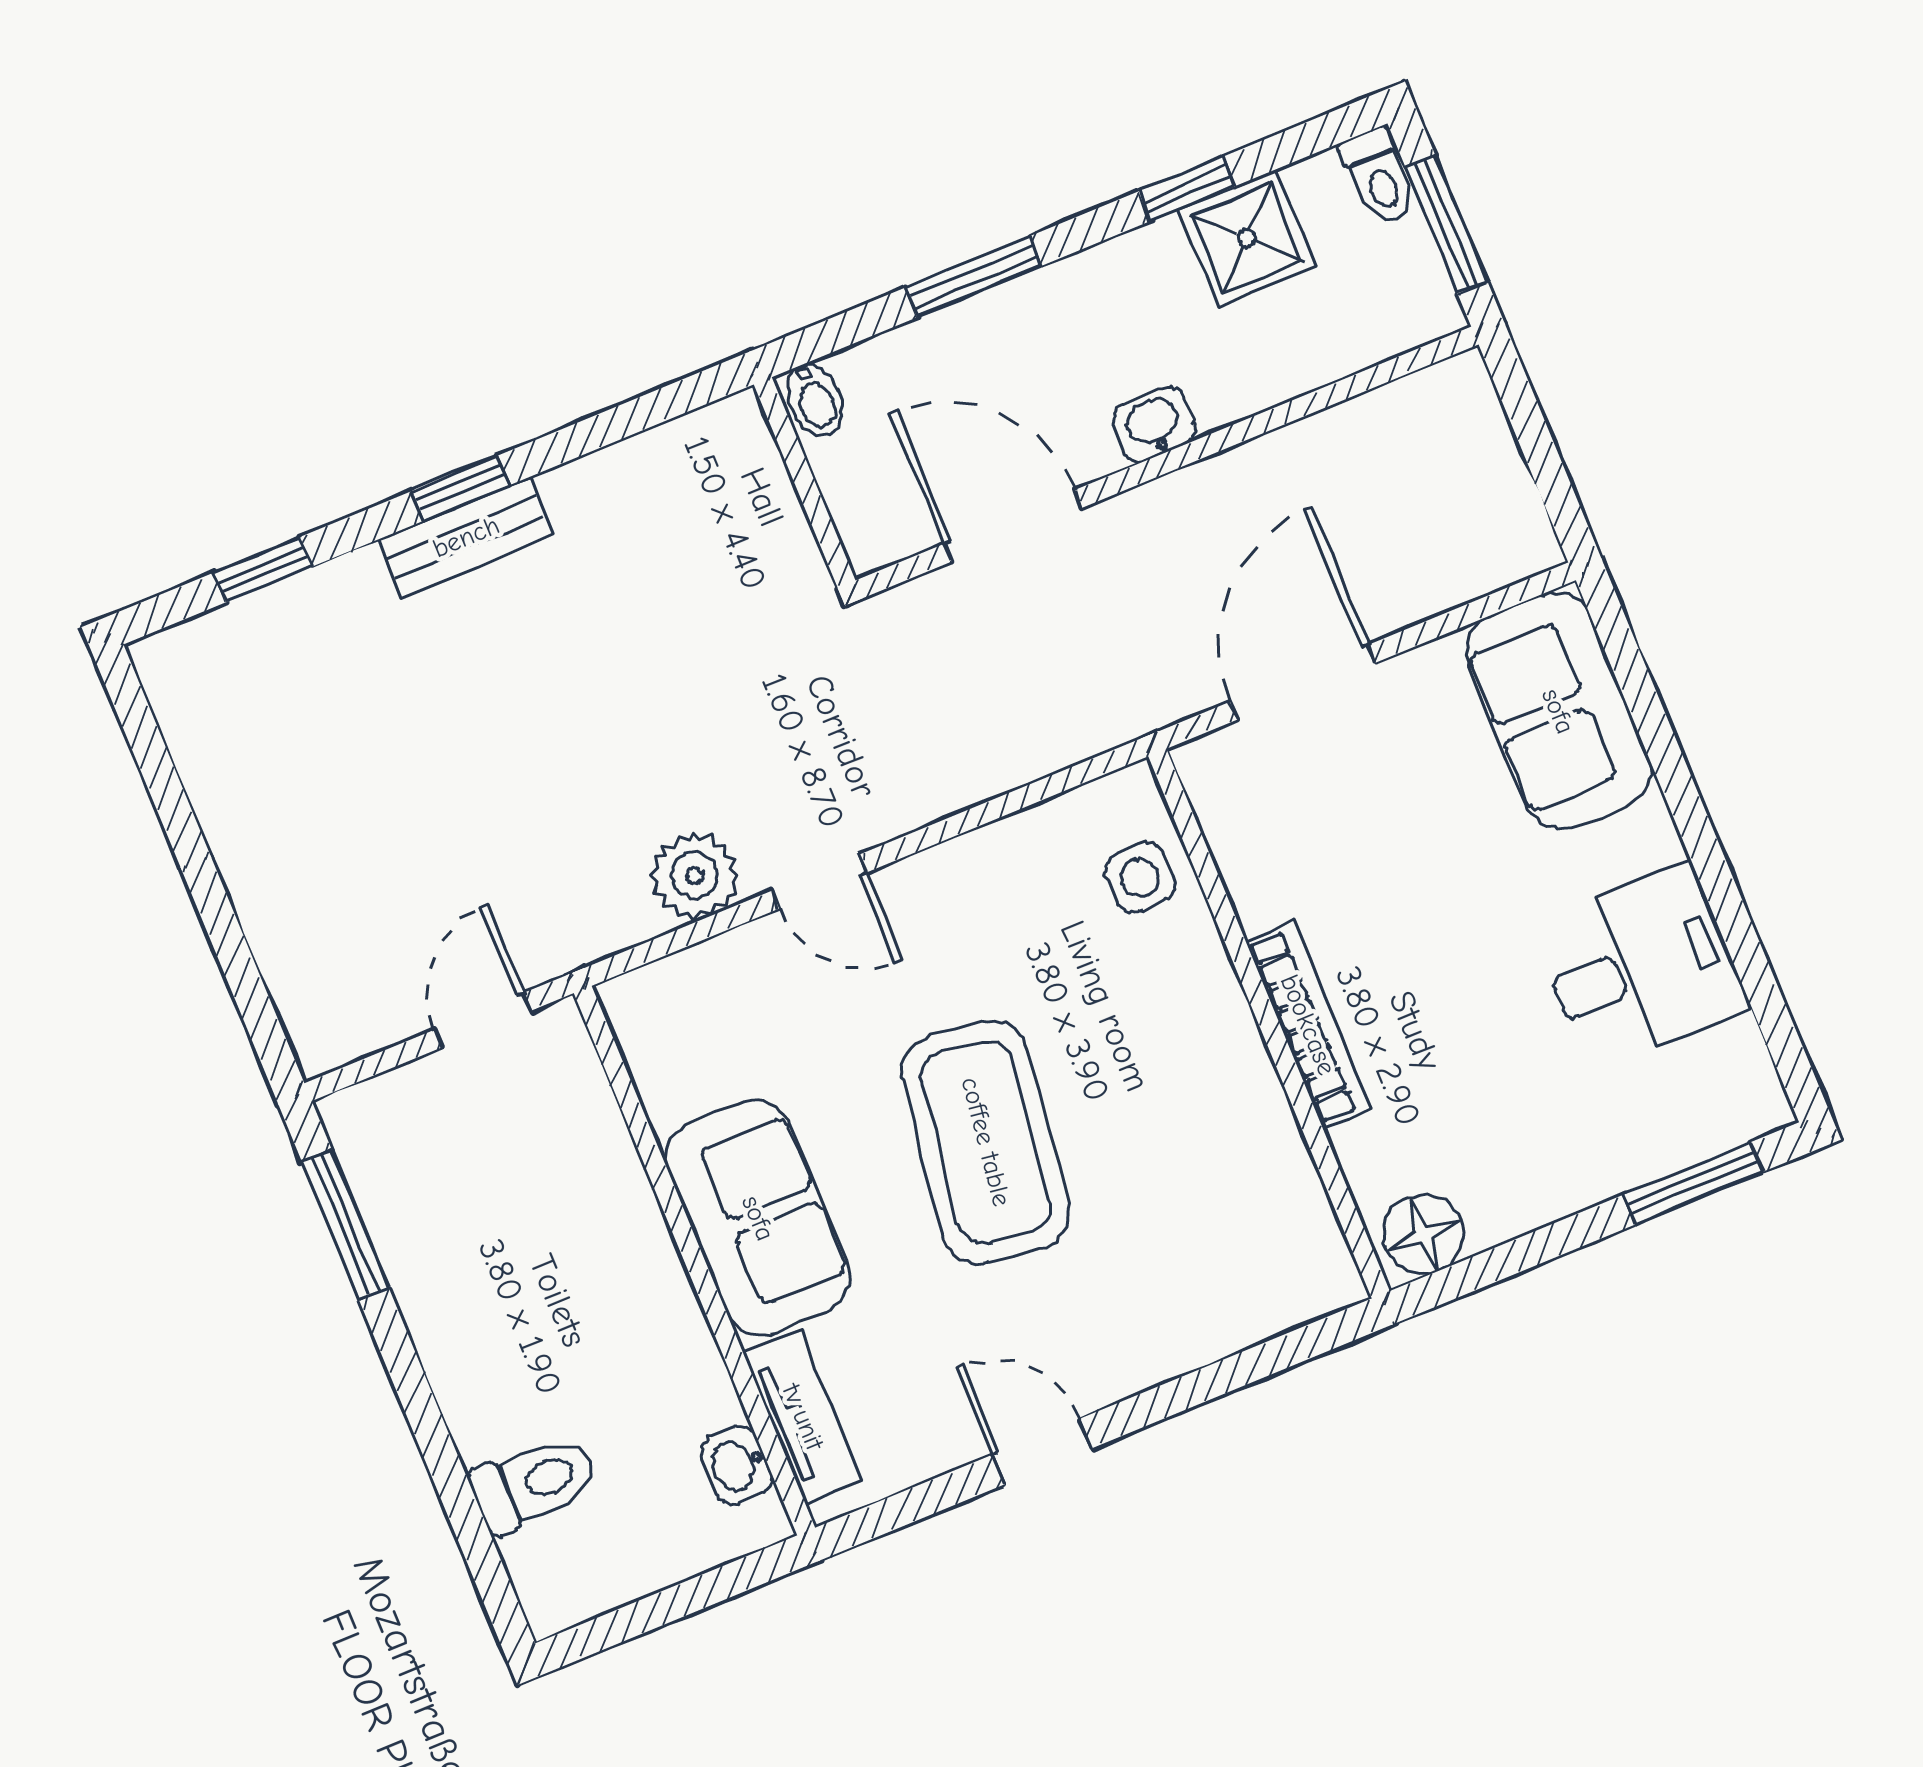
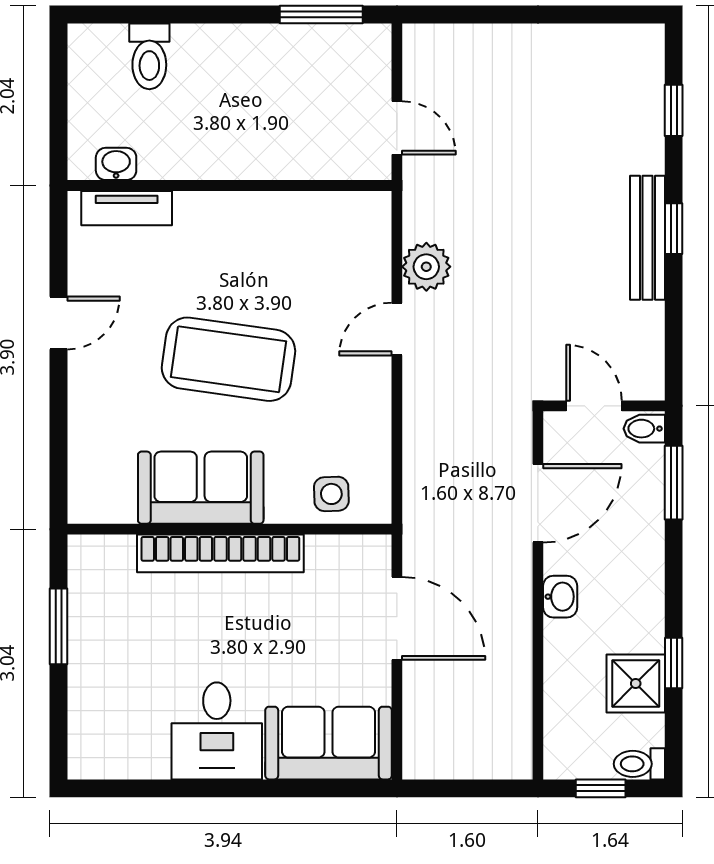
window: (1447, 225) -> (601, 788), width x0.67
window: (973, 277) -> (674, 483), moved
door: (812, 499) -> (594, 406), added
bench: (466, 537) -> (647, 238), width x1.36
desk: (1640, 967) -> (217, 731), moved
bookcase: (1308, 1025) -> (220, 553), width x1.48, depth x1.31
window: (1693, 1184) -> (58, 626), moved
sofa: (758, 1218) -> (201, 488), moved, turned 180
floor lamp: (1424, 1234) -> (89, 564), removed

